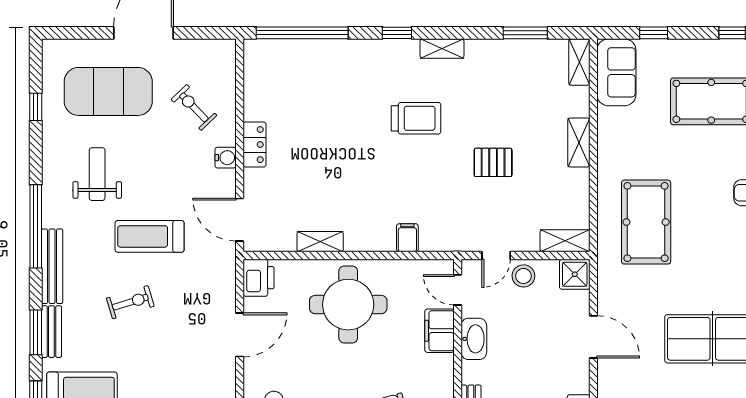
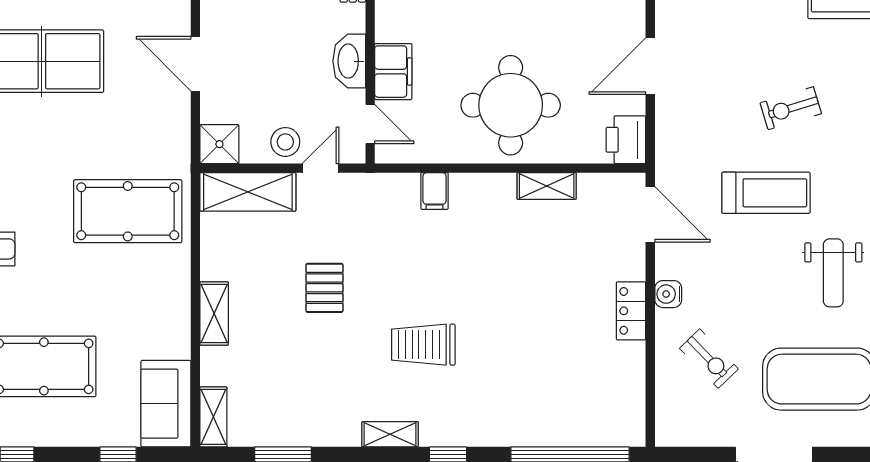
pallet: (493, 162) -> (324, 288), turned 90
pool table: (646, 222) -> (128, 211), turned 90
shelving: (565, 241) -> (248, 192), width x1.50, depth x1.33

